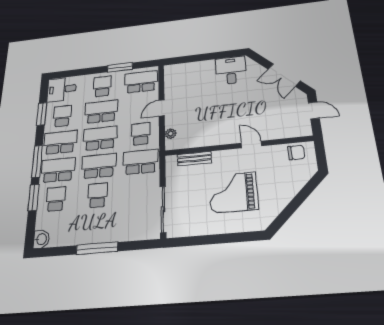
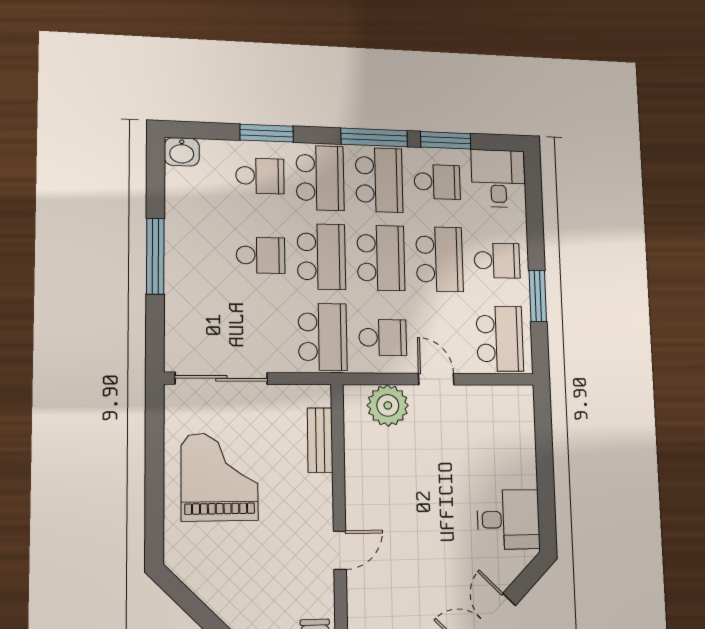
plant: (171, 134) -> (388, 405), width x1.88, depth x1.88
window: (37, 161) -> (374, 137), moved
grand piano: (233, 192) -> (220, 477), moved

